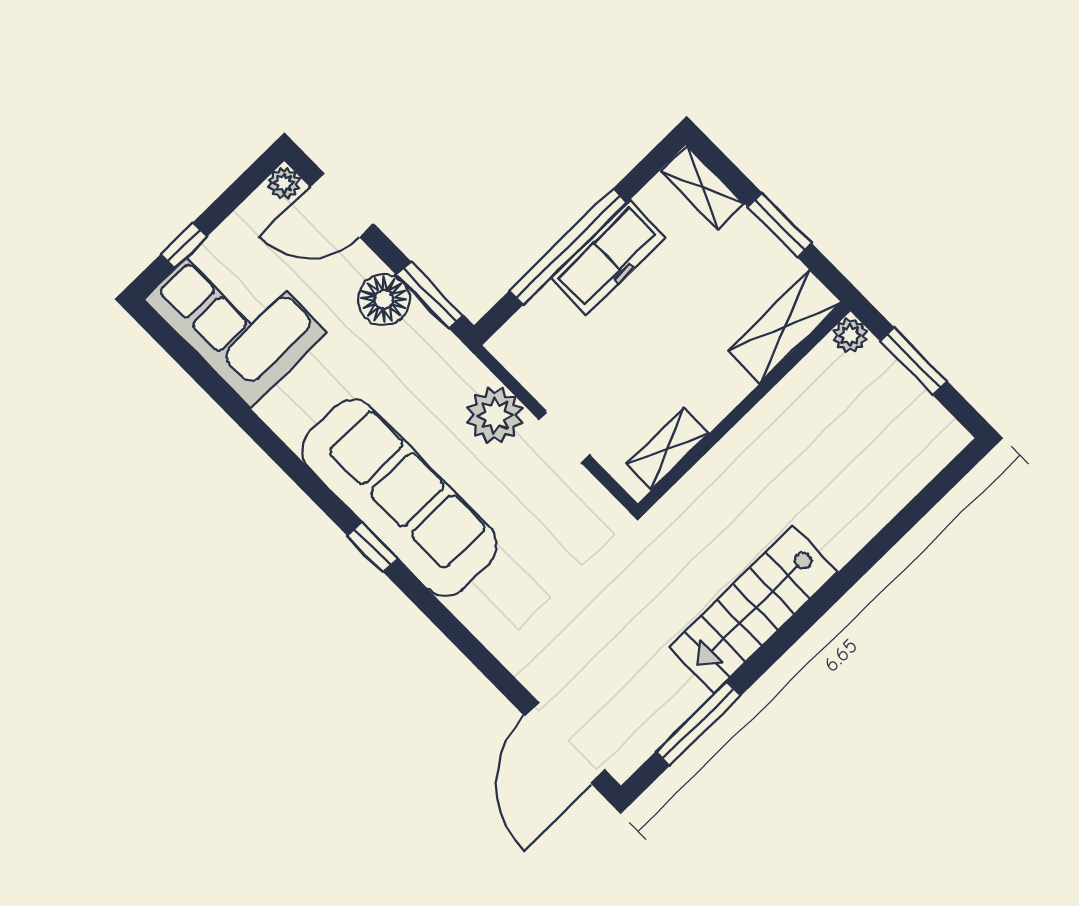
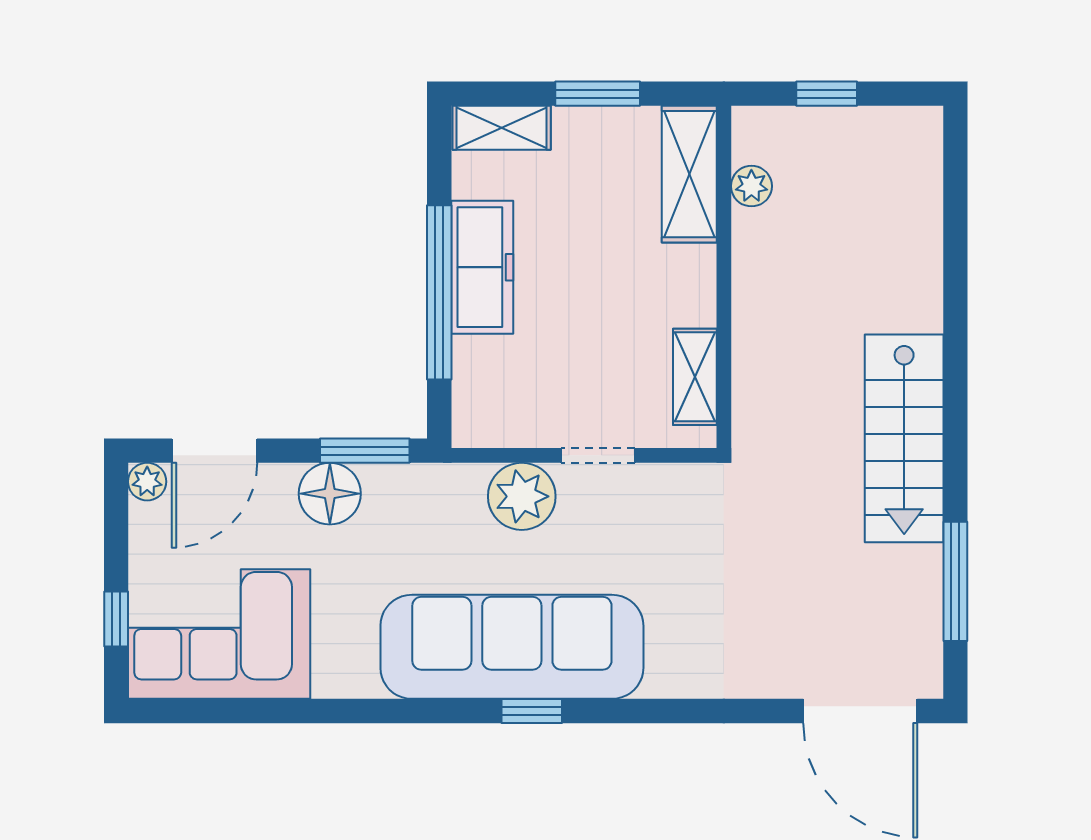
plant: (850, 335) -> (751, 186), moved
window: (914, 361) -> (827, 94), width x0.67

